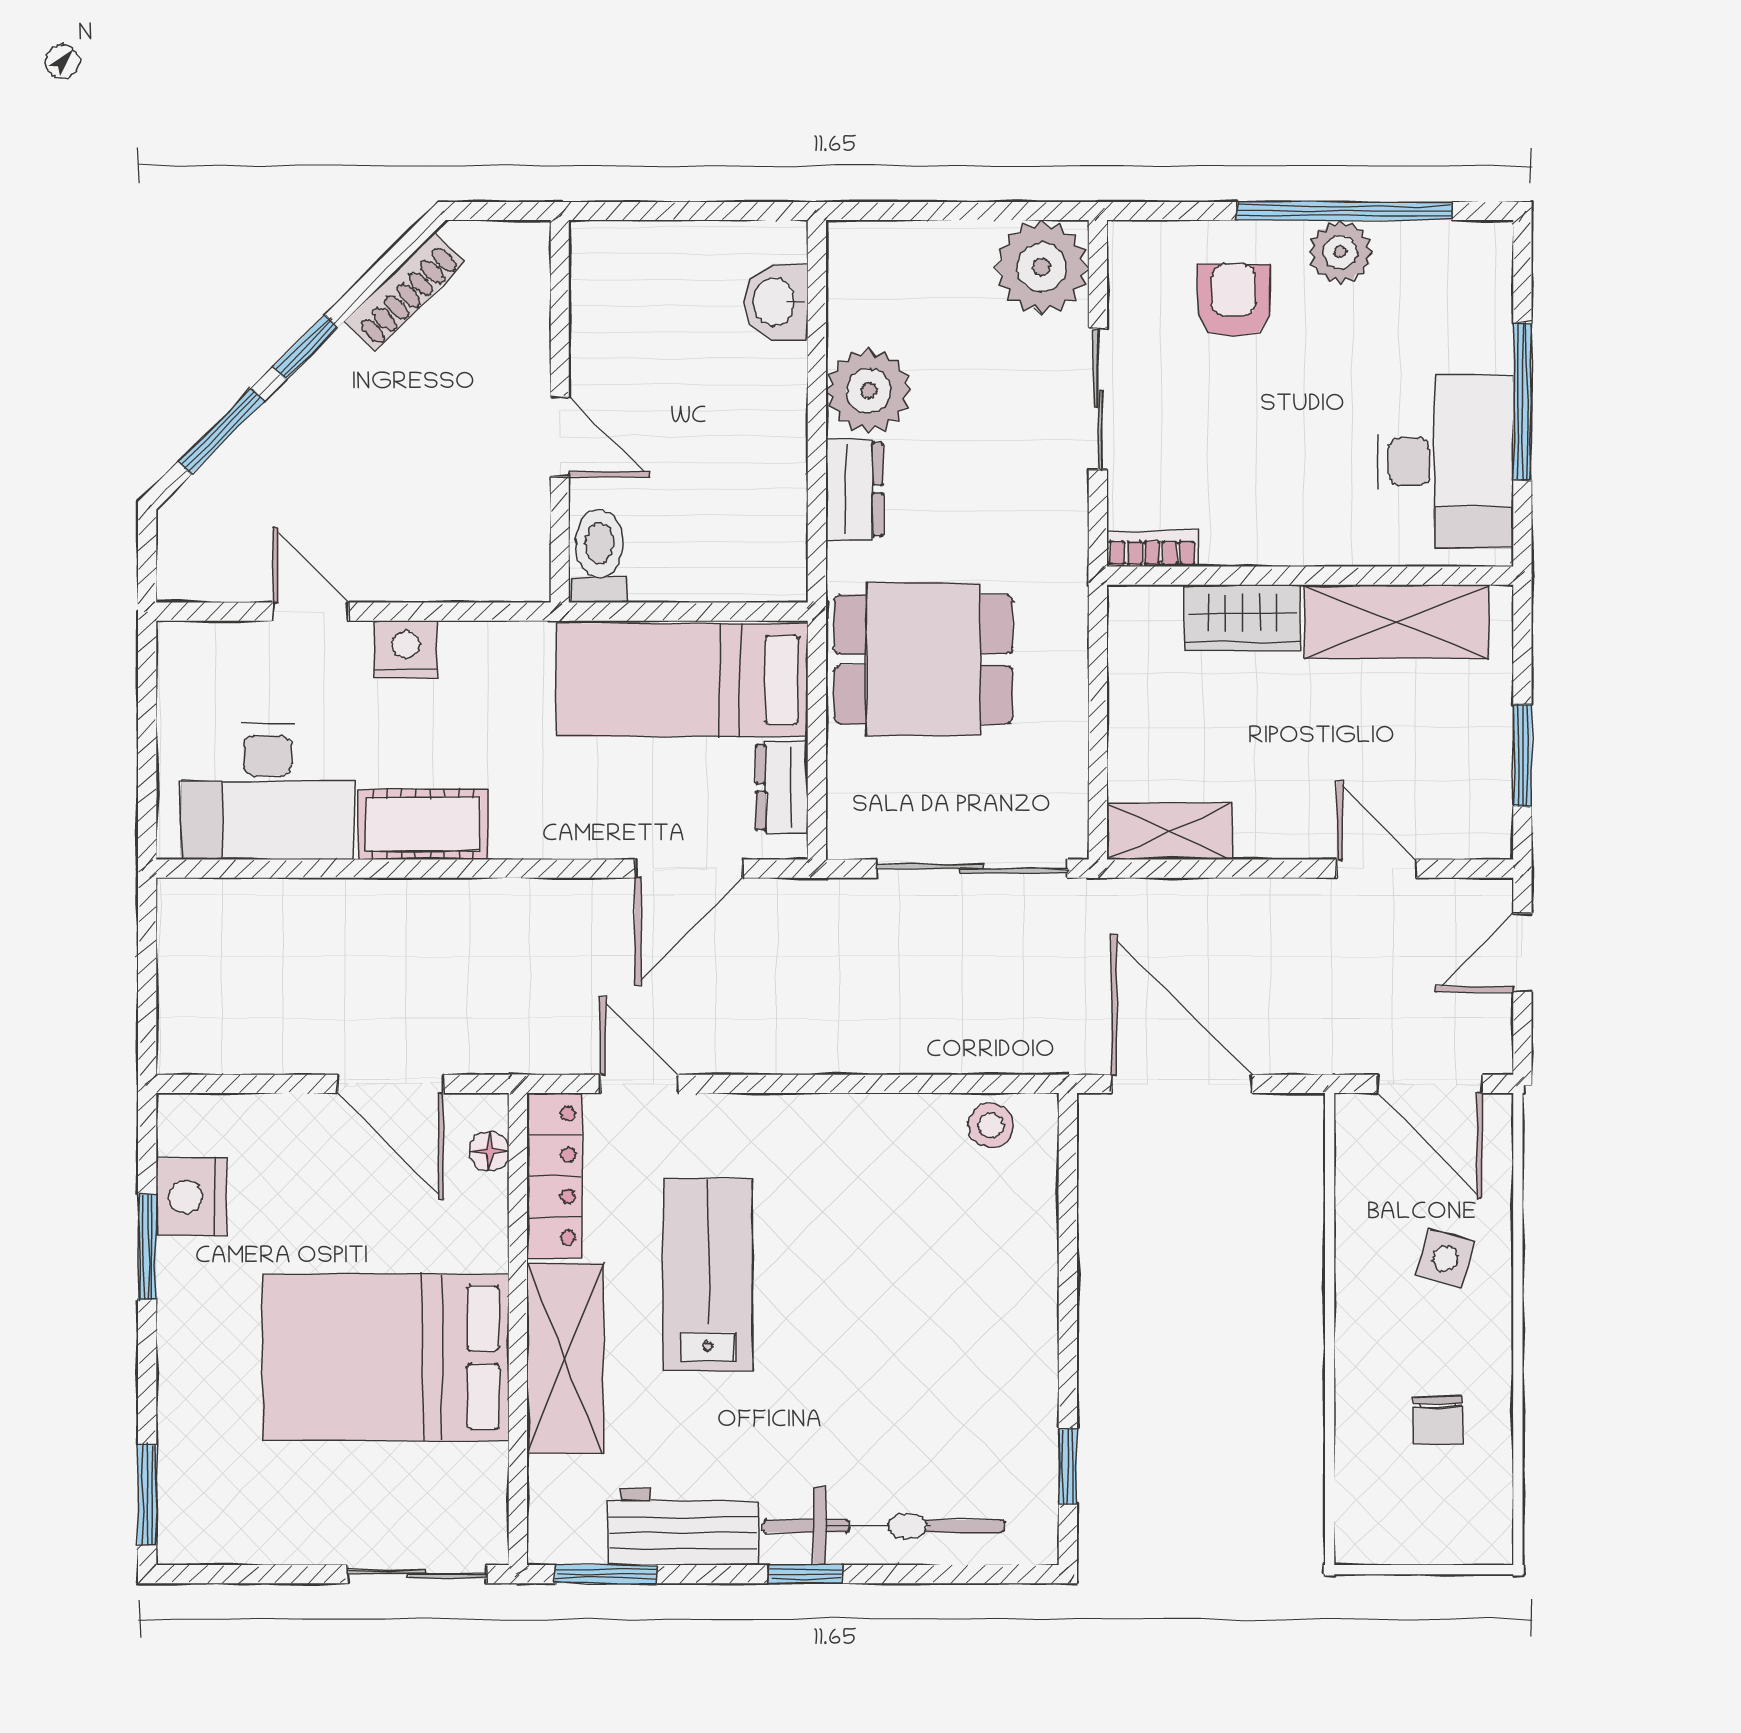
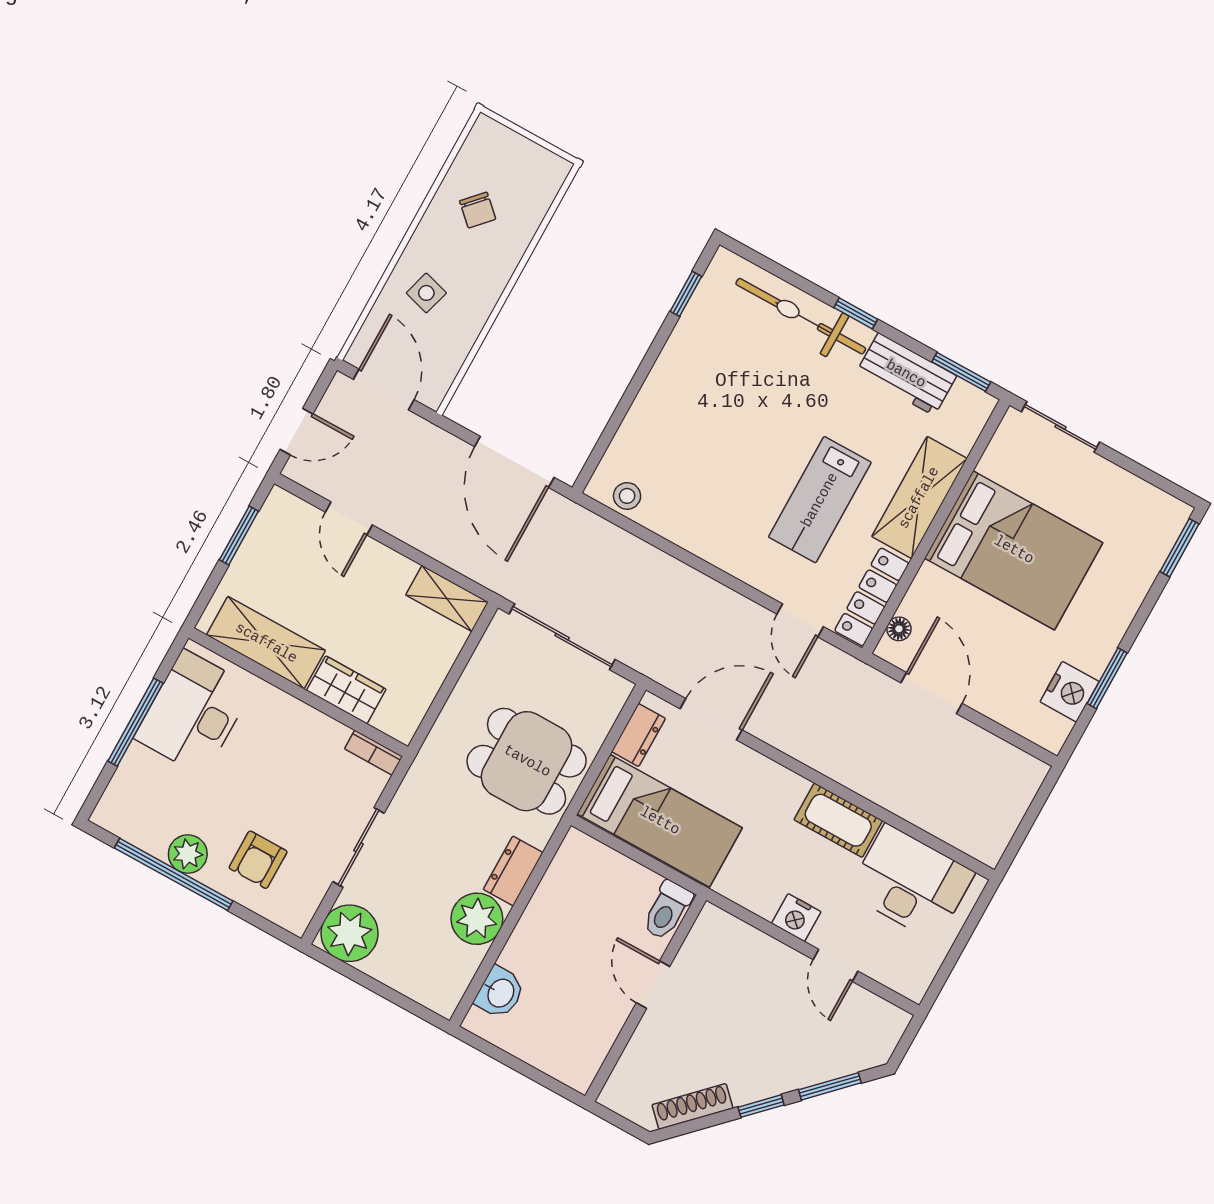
chair: (1438, 1420) -> (478, 210), turned 133

